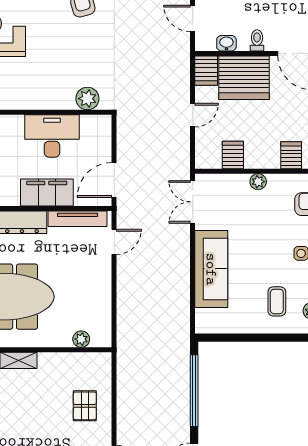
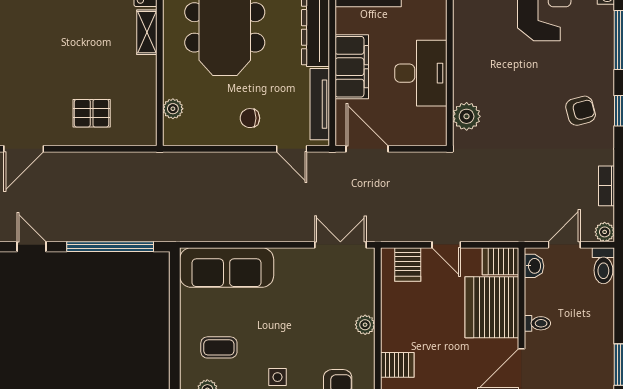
washbasin: (226, 43) -> (534, 266), moved
server rack: (233, 155) -> (408, 264), moved, turned 90
sofa: (211, 269) -> (227, 268), moved
chair: (89, 276) -> (250, 118), added

